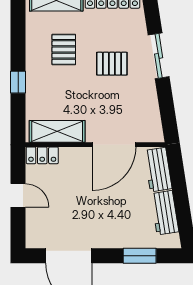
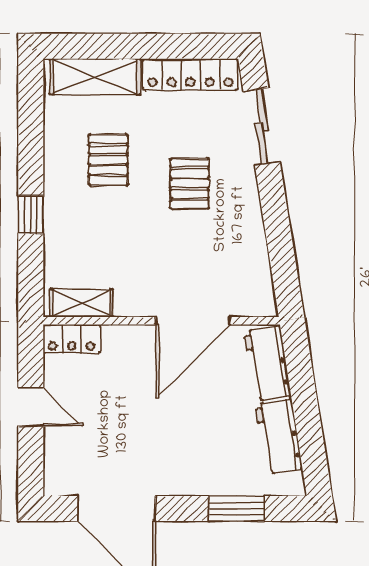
sliding door: (159, 56) -> (262, 127), moved
pallet: (112, 64) -> (190, 184), turned 90
shelving: (57, 131) -> (81, 303), width x0.67, depth x0.75

